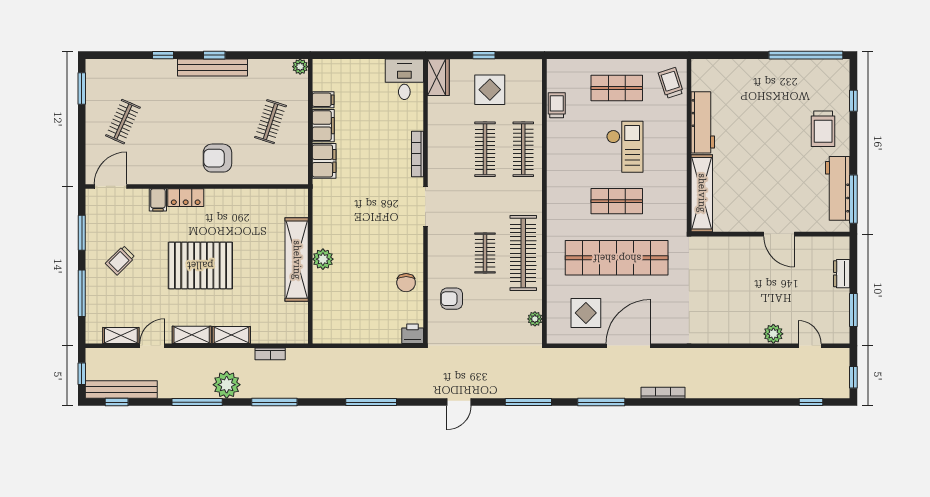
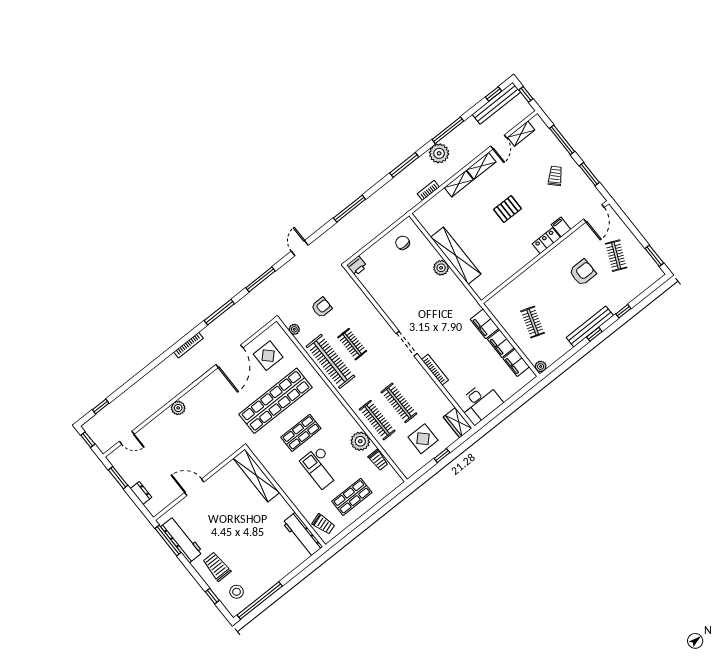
desk: (404, 79) -> (480, 403), width x1.37
stool: (823, 85) -> (237, 592), added
filing cabinet: (323, 100) -> (516, 363), width x2.00
workbench: (703, 122) -> (302, 535), moved
plant: (560, 141) -> (360, 441), added
armchair: (217, 158) -> (583, 272), moved
pallet: (200, 265) -> (508, 209), width x0.49, depth x0.50
chair: (406, 283) -> (403, 243), moved
armchair: (452, 299) -> (322, 307), moved
plant: (773, 334) -> (178, 408), moved

